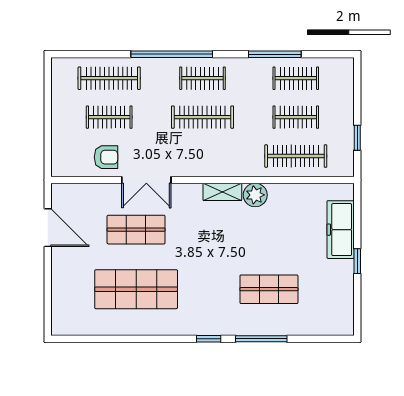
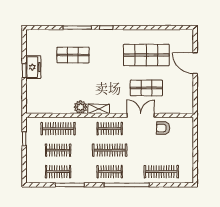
clothes rail: (109, 117) -> (110, 129), moved
door: (48, 228) -> (195, 63), moved
freezer: (341, 230) -> (33, 67), moved, width x0.71

